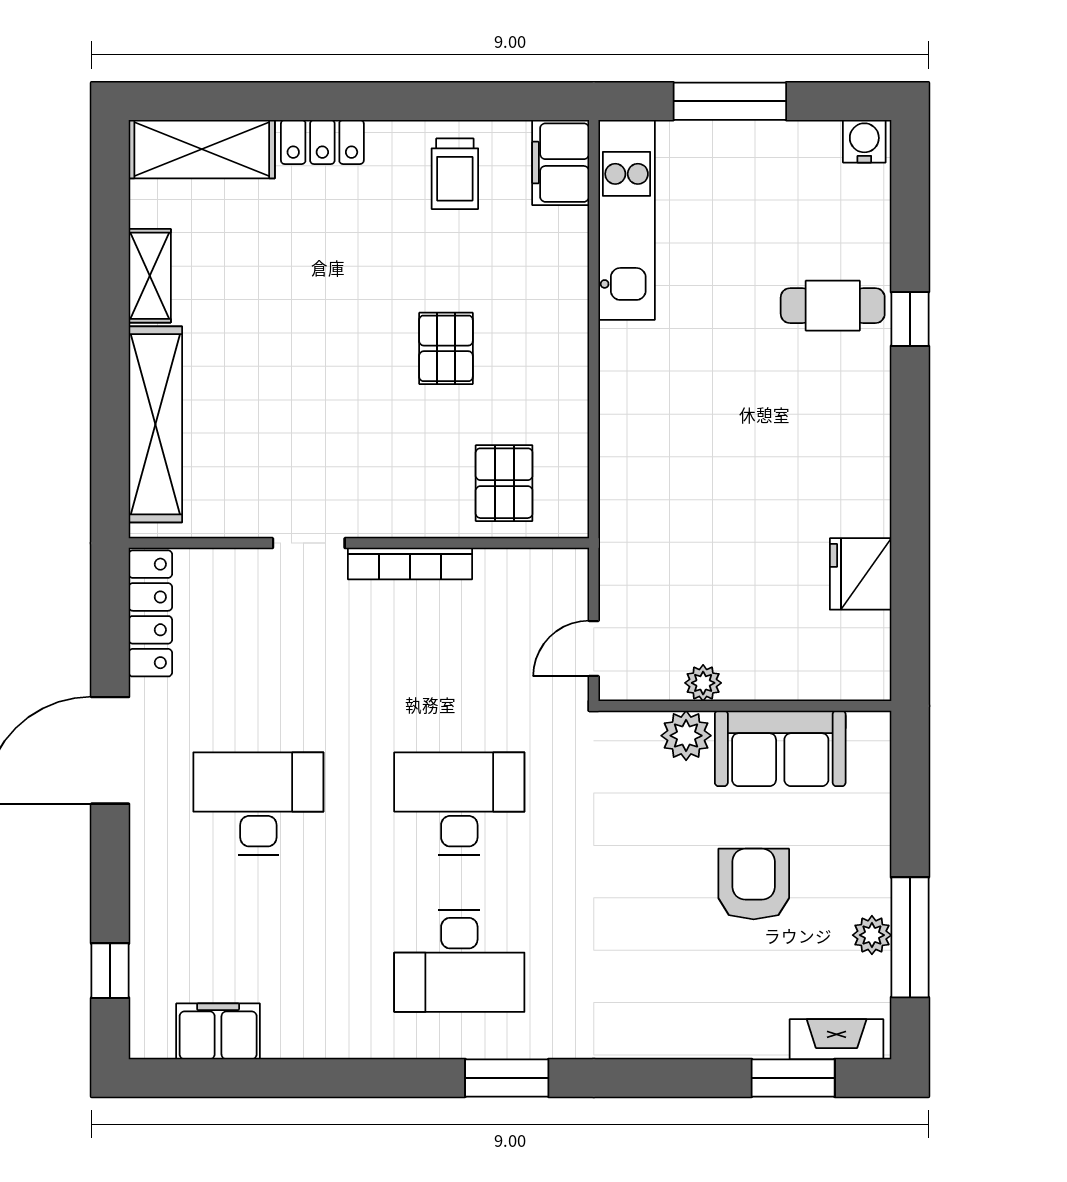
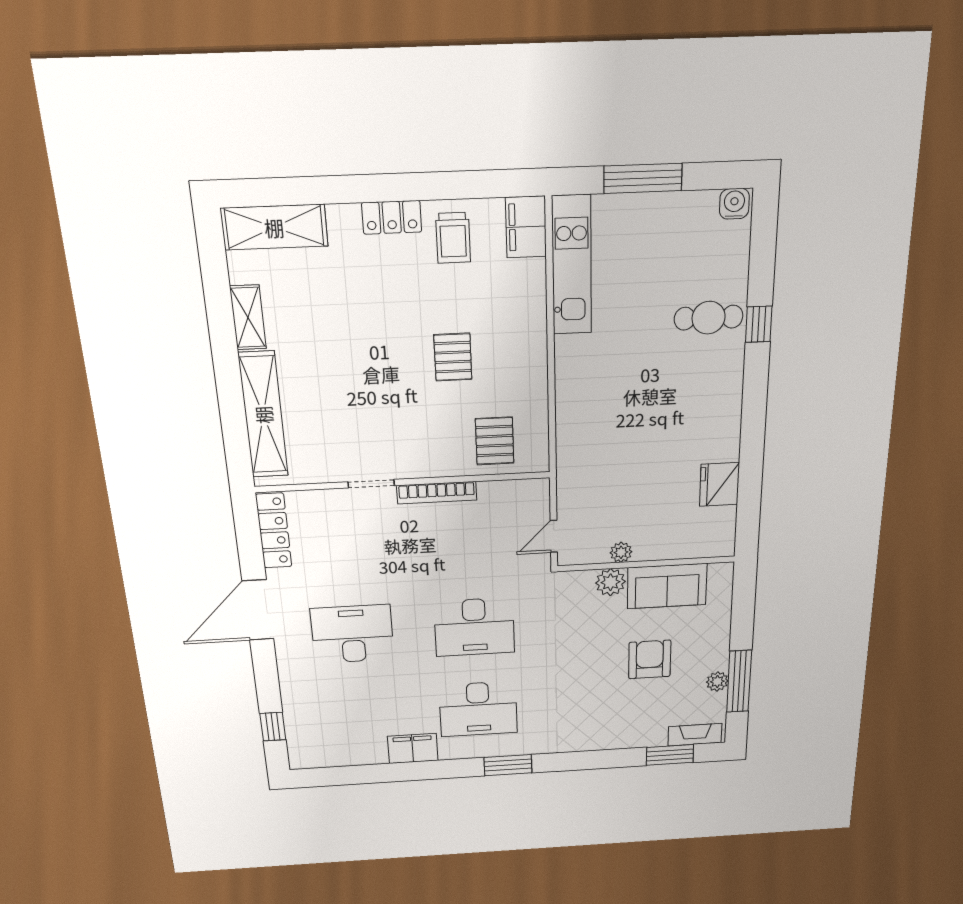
locker: (322, 142) -> (392, 217), moved
desk: (459, 804) -> (474, 627), turned 180
filing cabinet: (218, 1031) -> (413, 748), moved

